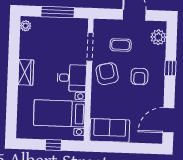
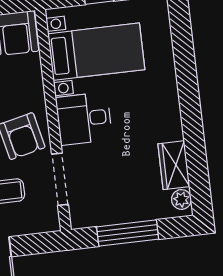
wardrobe: (26, 72) -> (174, 165), moved

